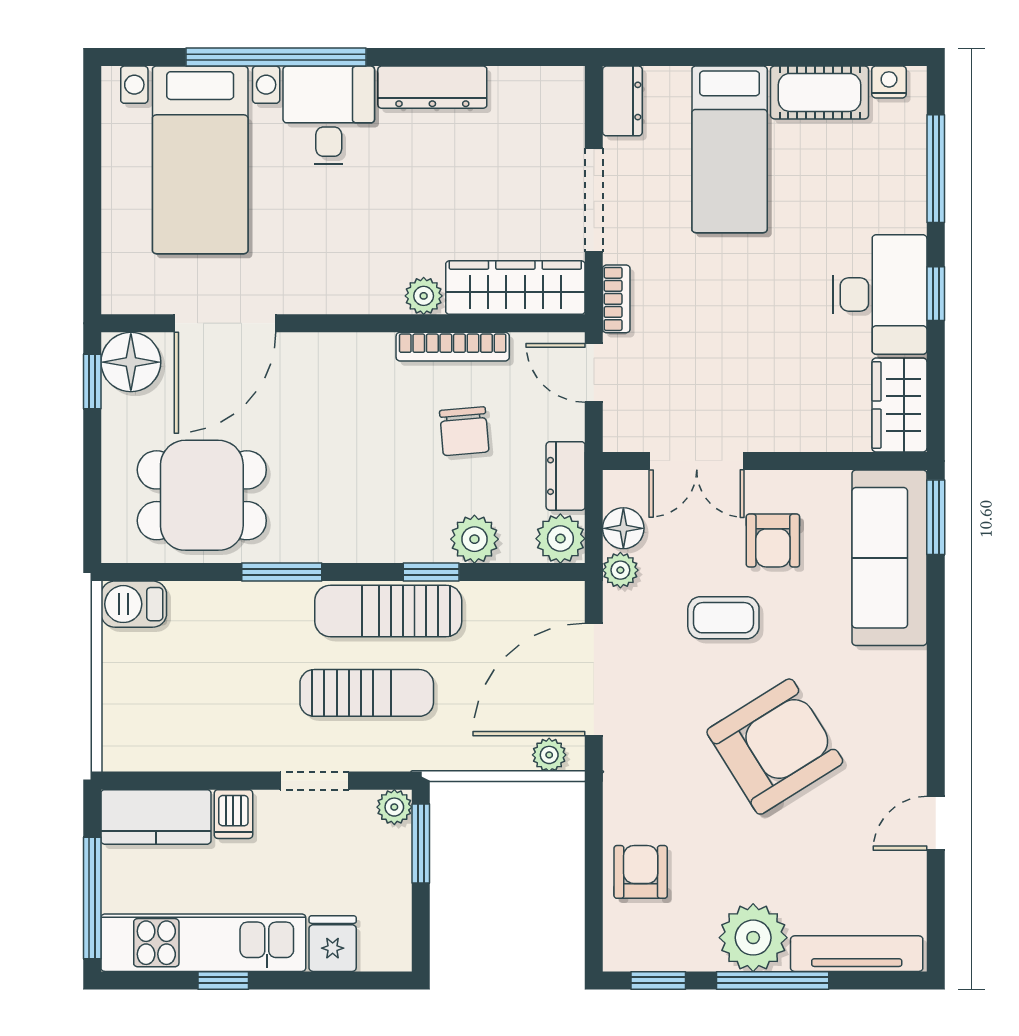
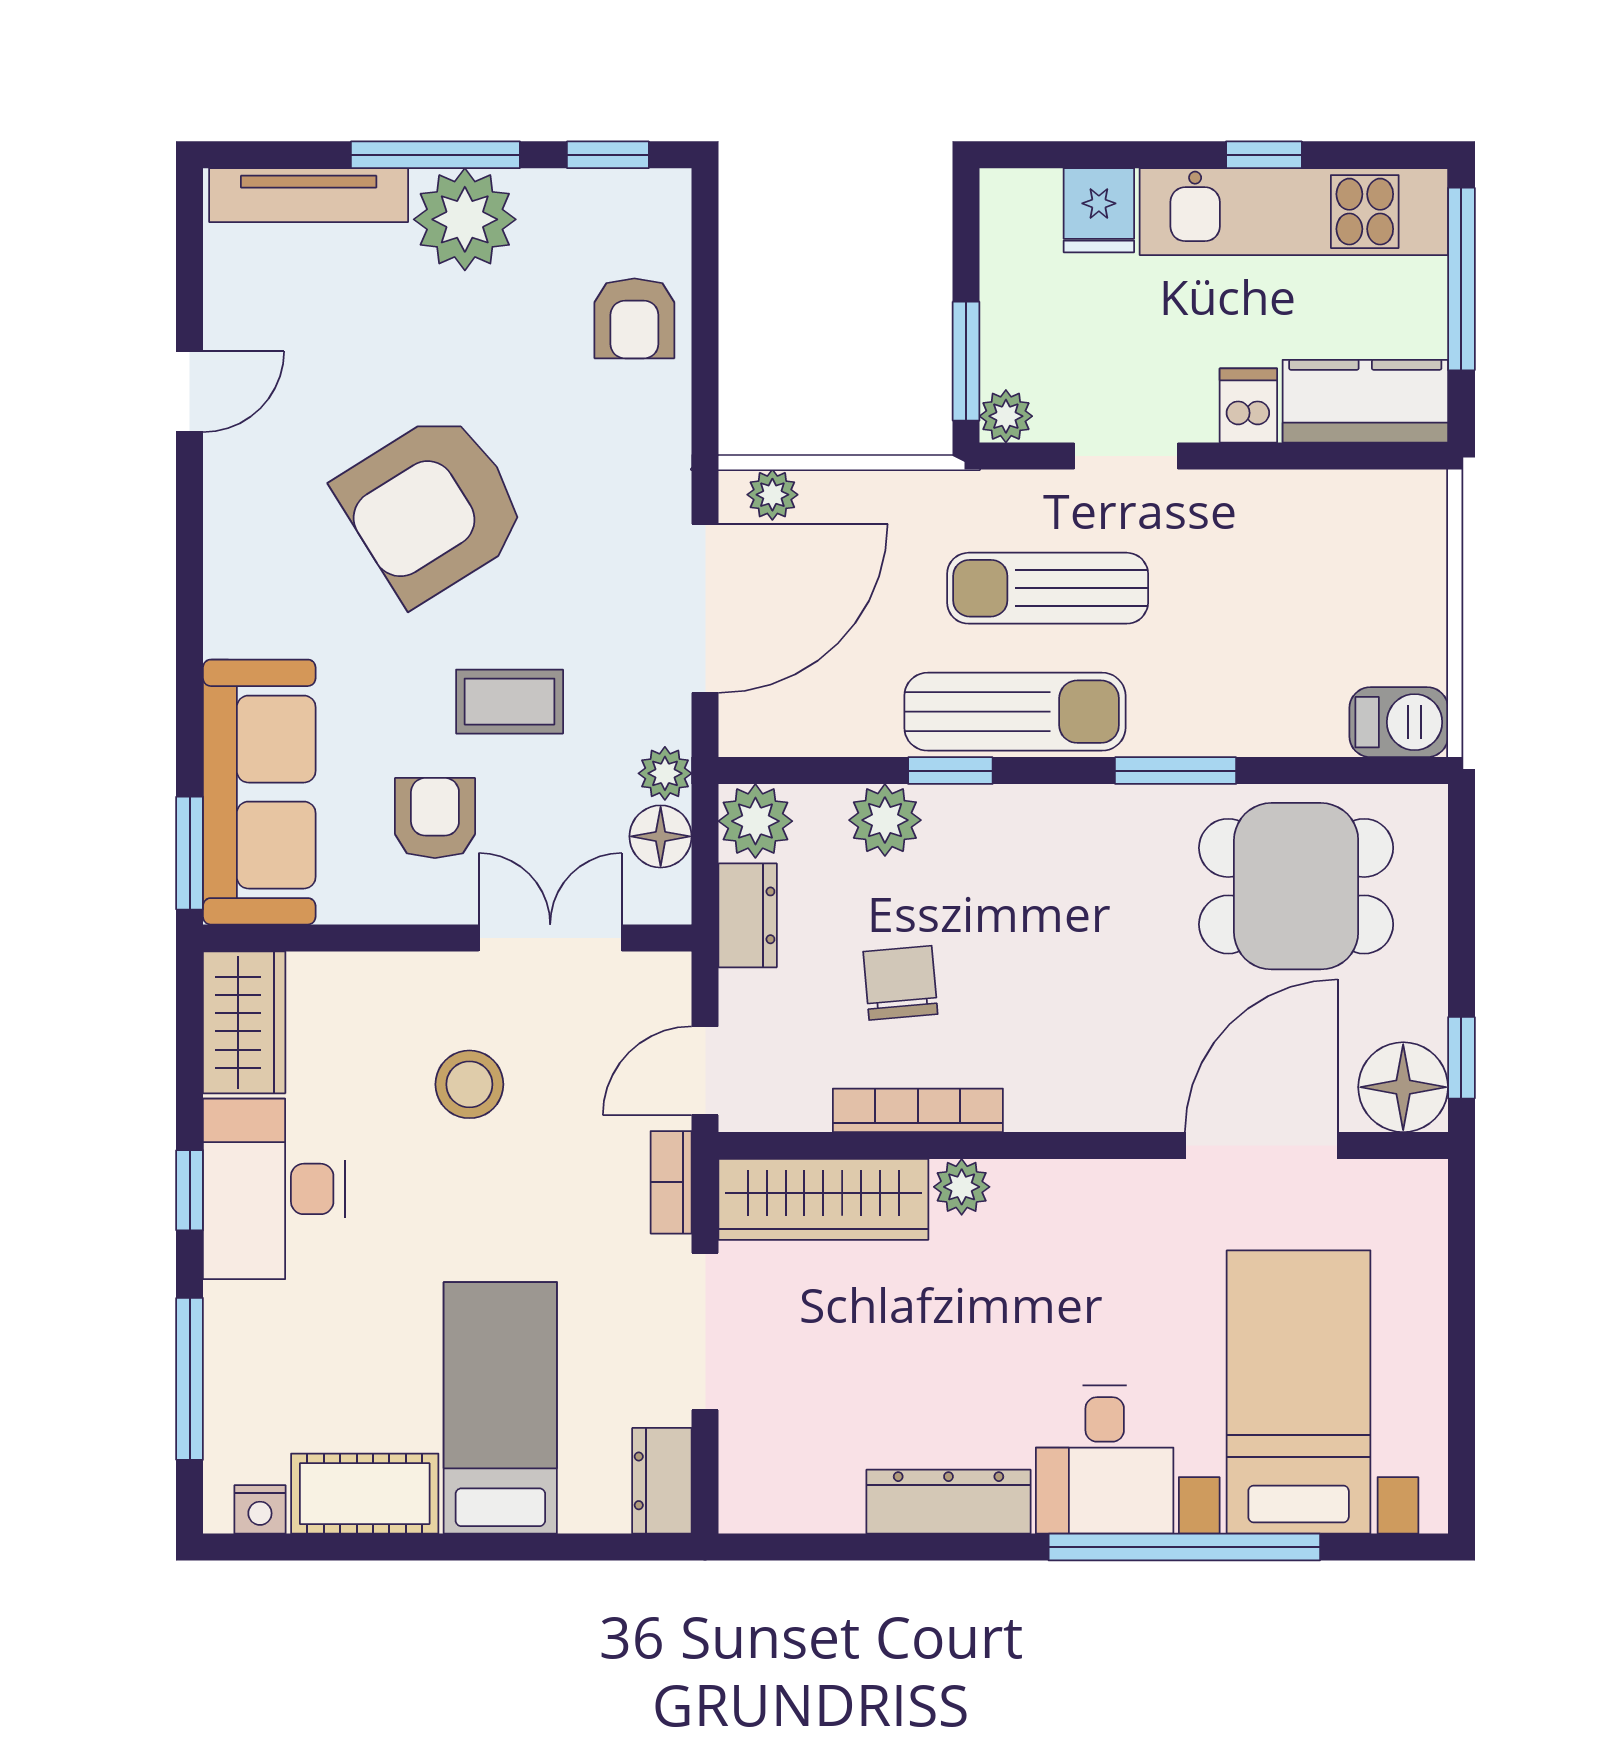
stool: (750, 364) -> (469, 1084), added
door: (594, 373) -> (705, 1071), swing flipped

